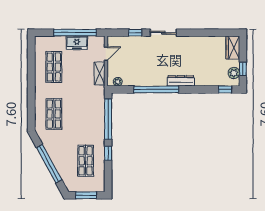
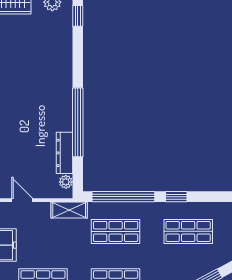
shelving: (100, 74) -> (69, 210), moved
dresser: (181, 81) -> (64, 153), moved
shop shelf: (86, 114) -> (116, 231), added

